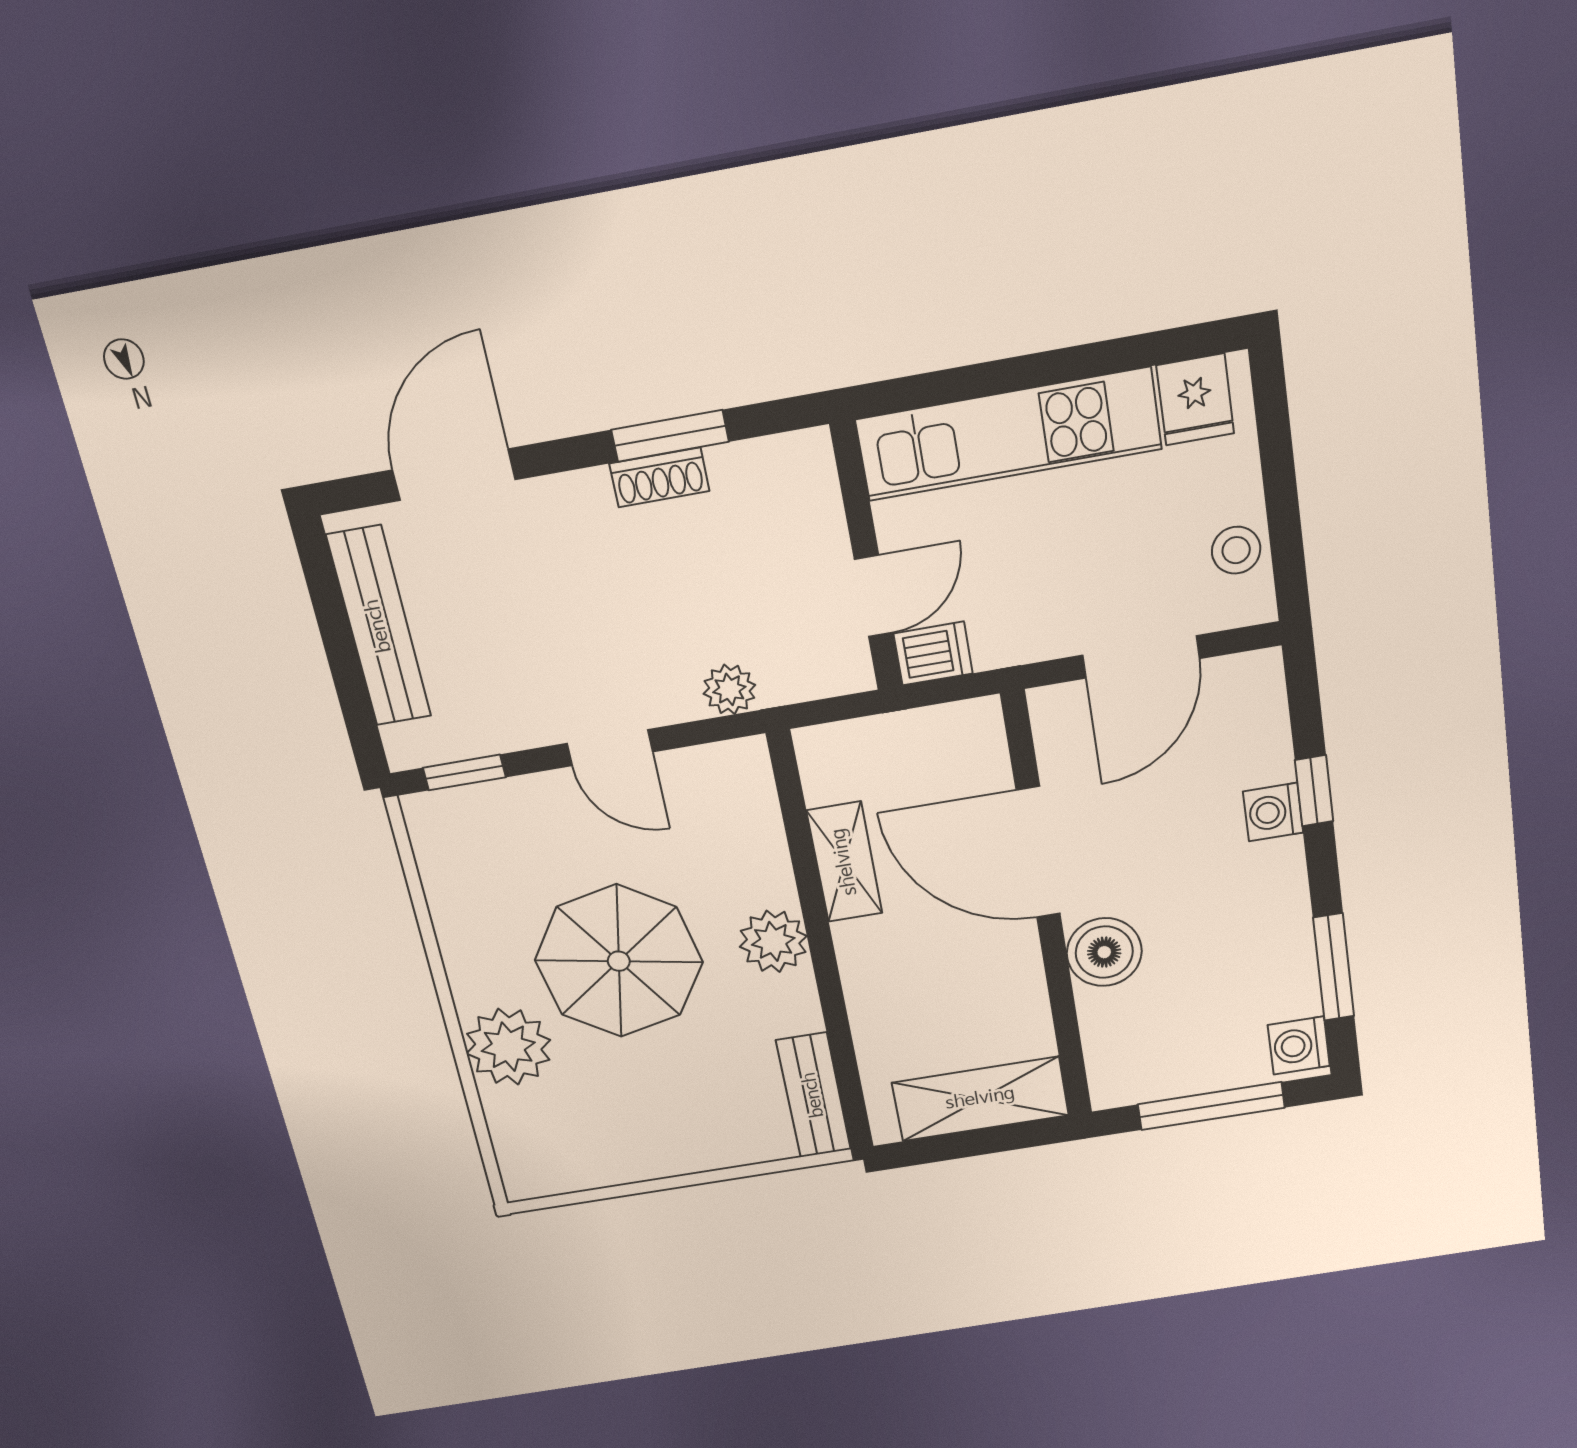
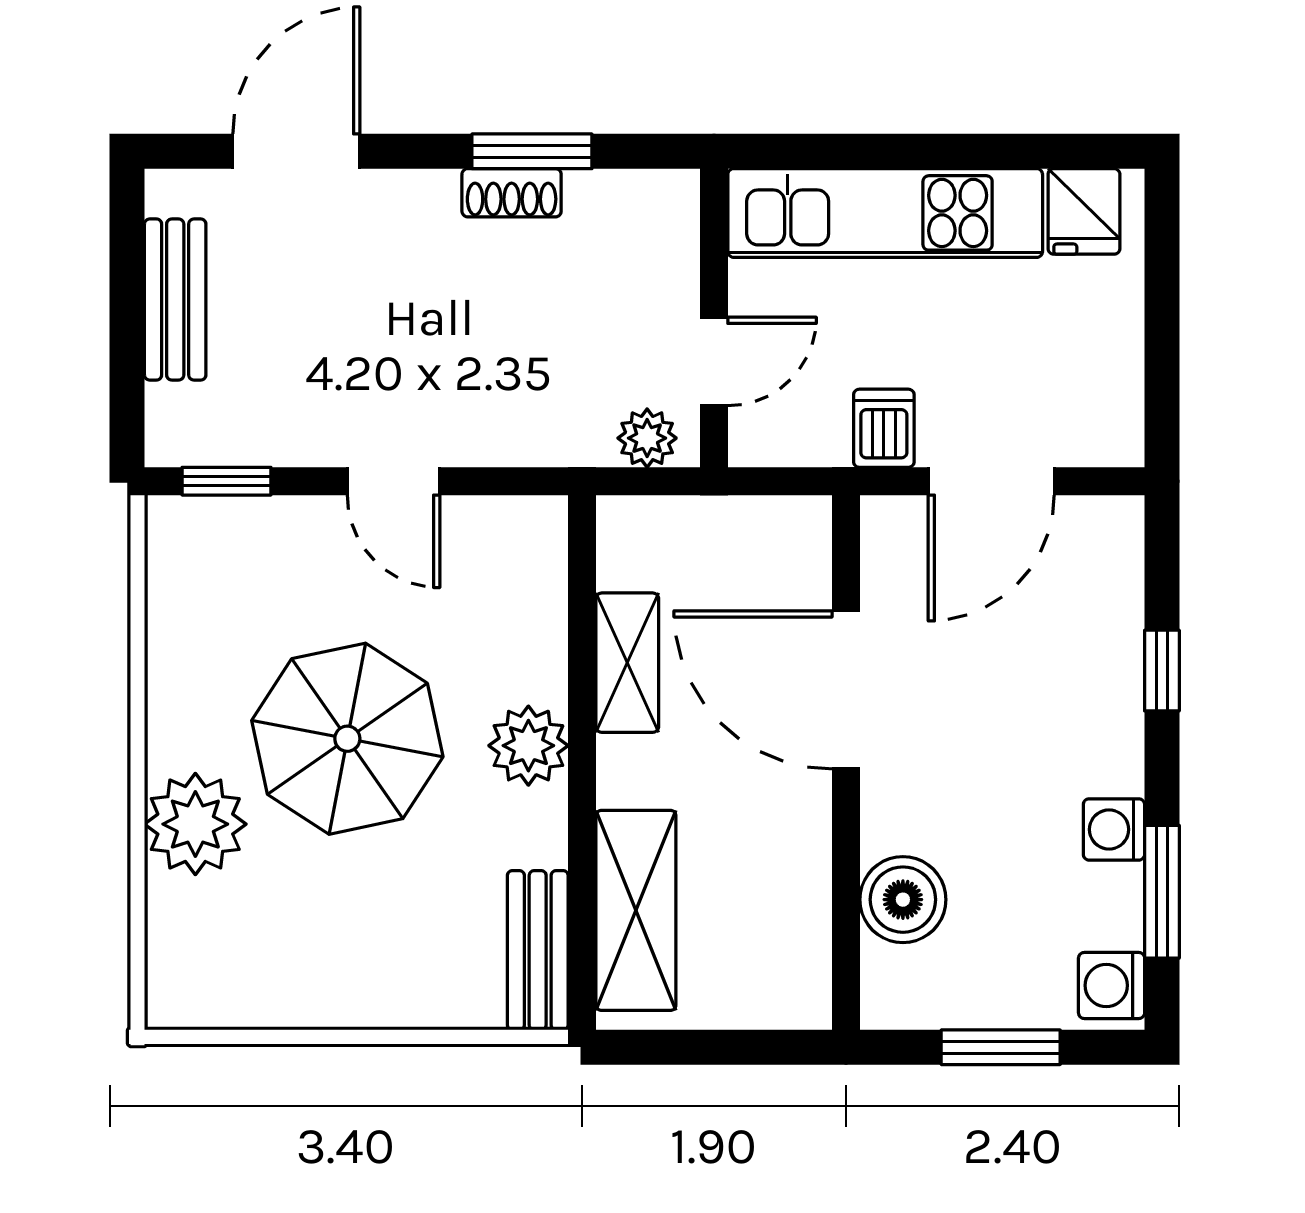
stool: (1236, 550) -> (1108, 380), removed
bench: (379, 626) -> (175, 300), width x0.73
dishwasher: (933, 653) -> (884, 428), moved, turned -90
plant: (729, 689) -> (647, 438), moved
washing machine: (1273, 812) -> (1114, 829), moved
boiler: (1104, 952) -> (903, 900), moved
shelving: (980, 1099) -> (636, 910), moved, turned 90
window: (1211, 1106) -> (1001, 1047), width x0.69

